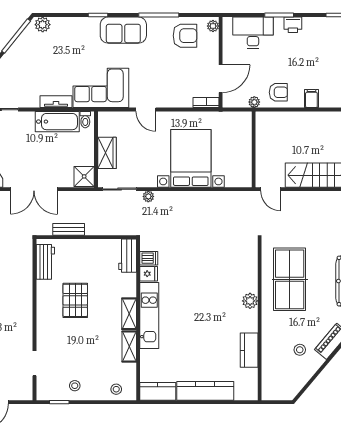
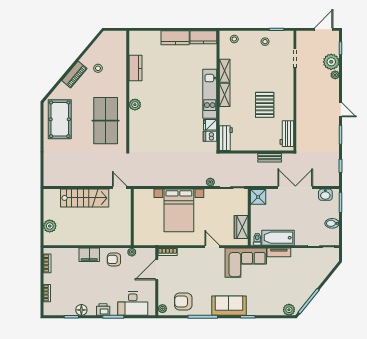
floor lamp: (322, 24) -> (81, 310), added
filing cabinet: (311, 99) -> (89, 255), width x2.00
wardrobe: (107, 153) -> (241, 227), moved
kitchen counter: (205, 391) -> (175, 38), width x0.67

